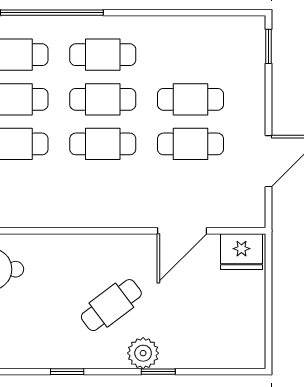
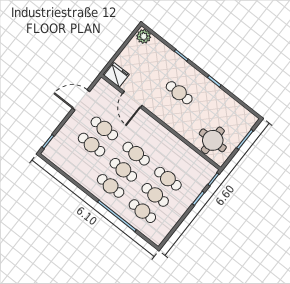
door: (182, 231) -> (132, 99), swing flipped
cafe table: (111, 305) -> (179, 93), turned 37
plant: (143, 353) -> (144, 36), moved

